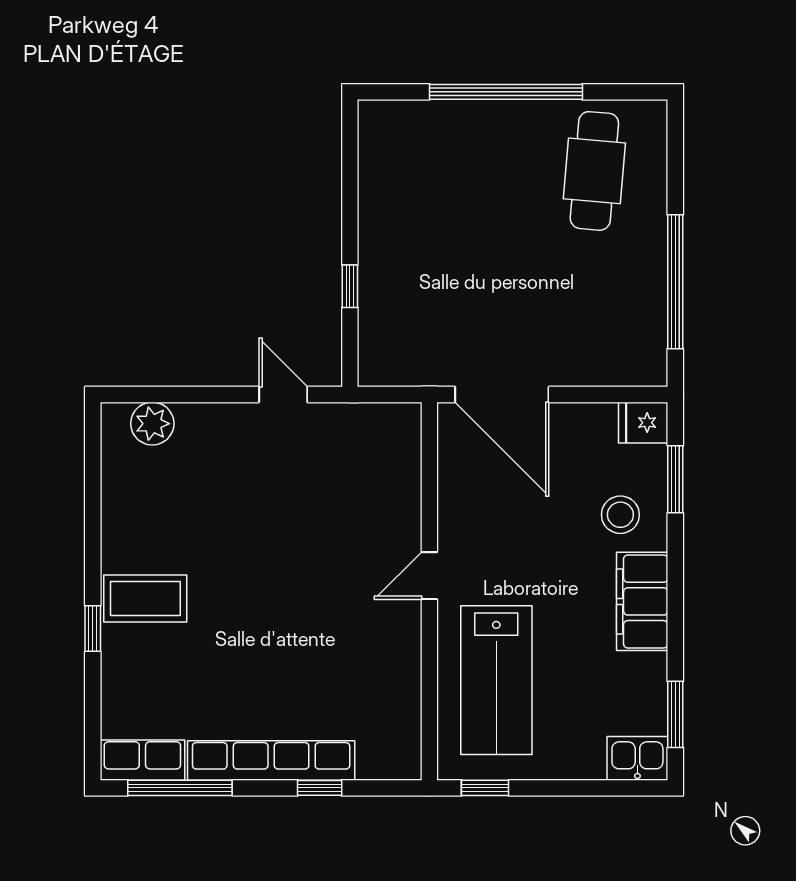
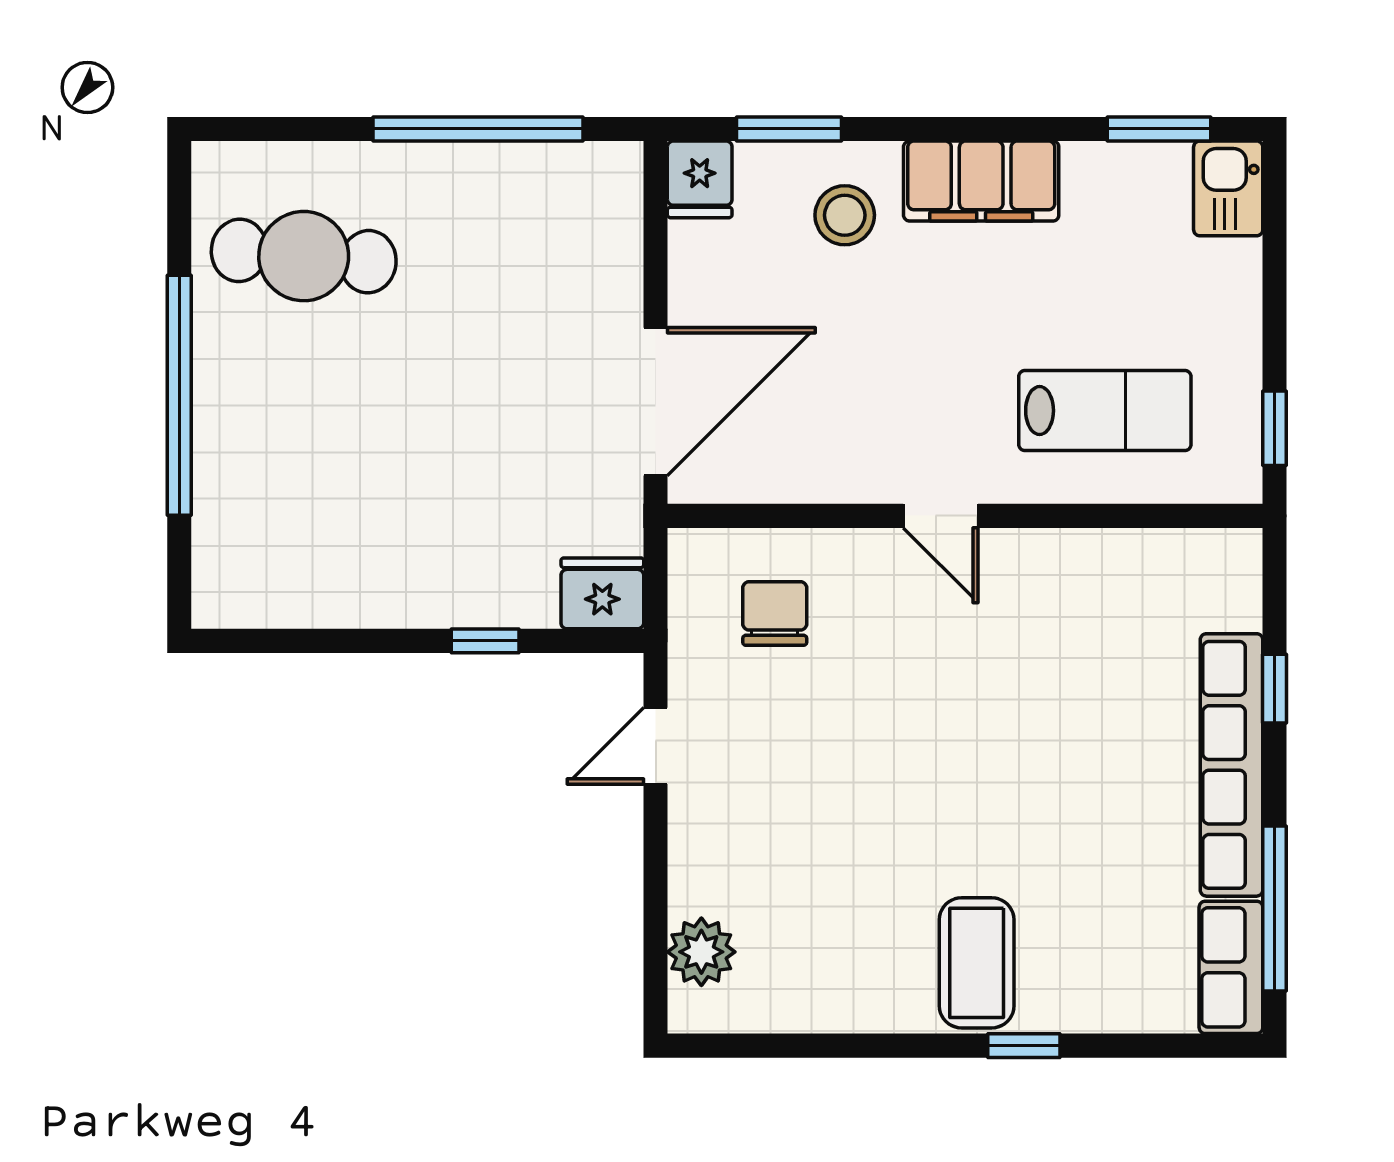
fridge: (380, 361) -> (602, 593), added
chair: (367, 470) -> (775, 614), added
lab bench: (496, 680) -> (1105, 411), width x0.73, depth x0.72

